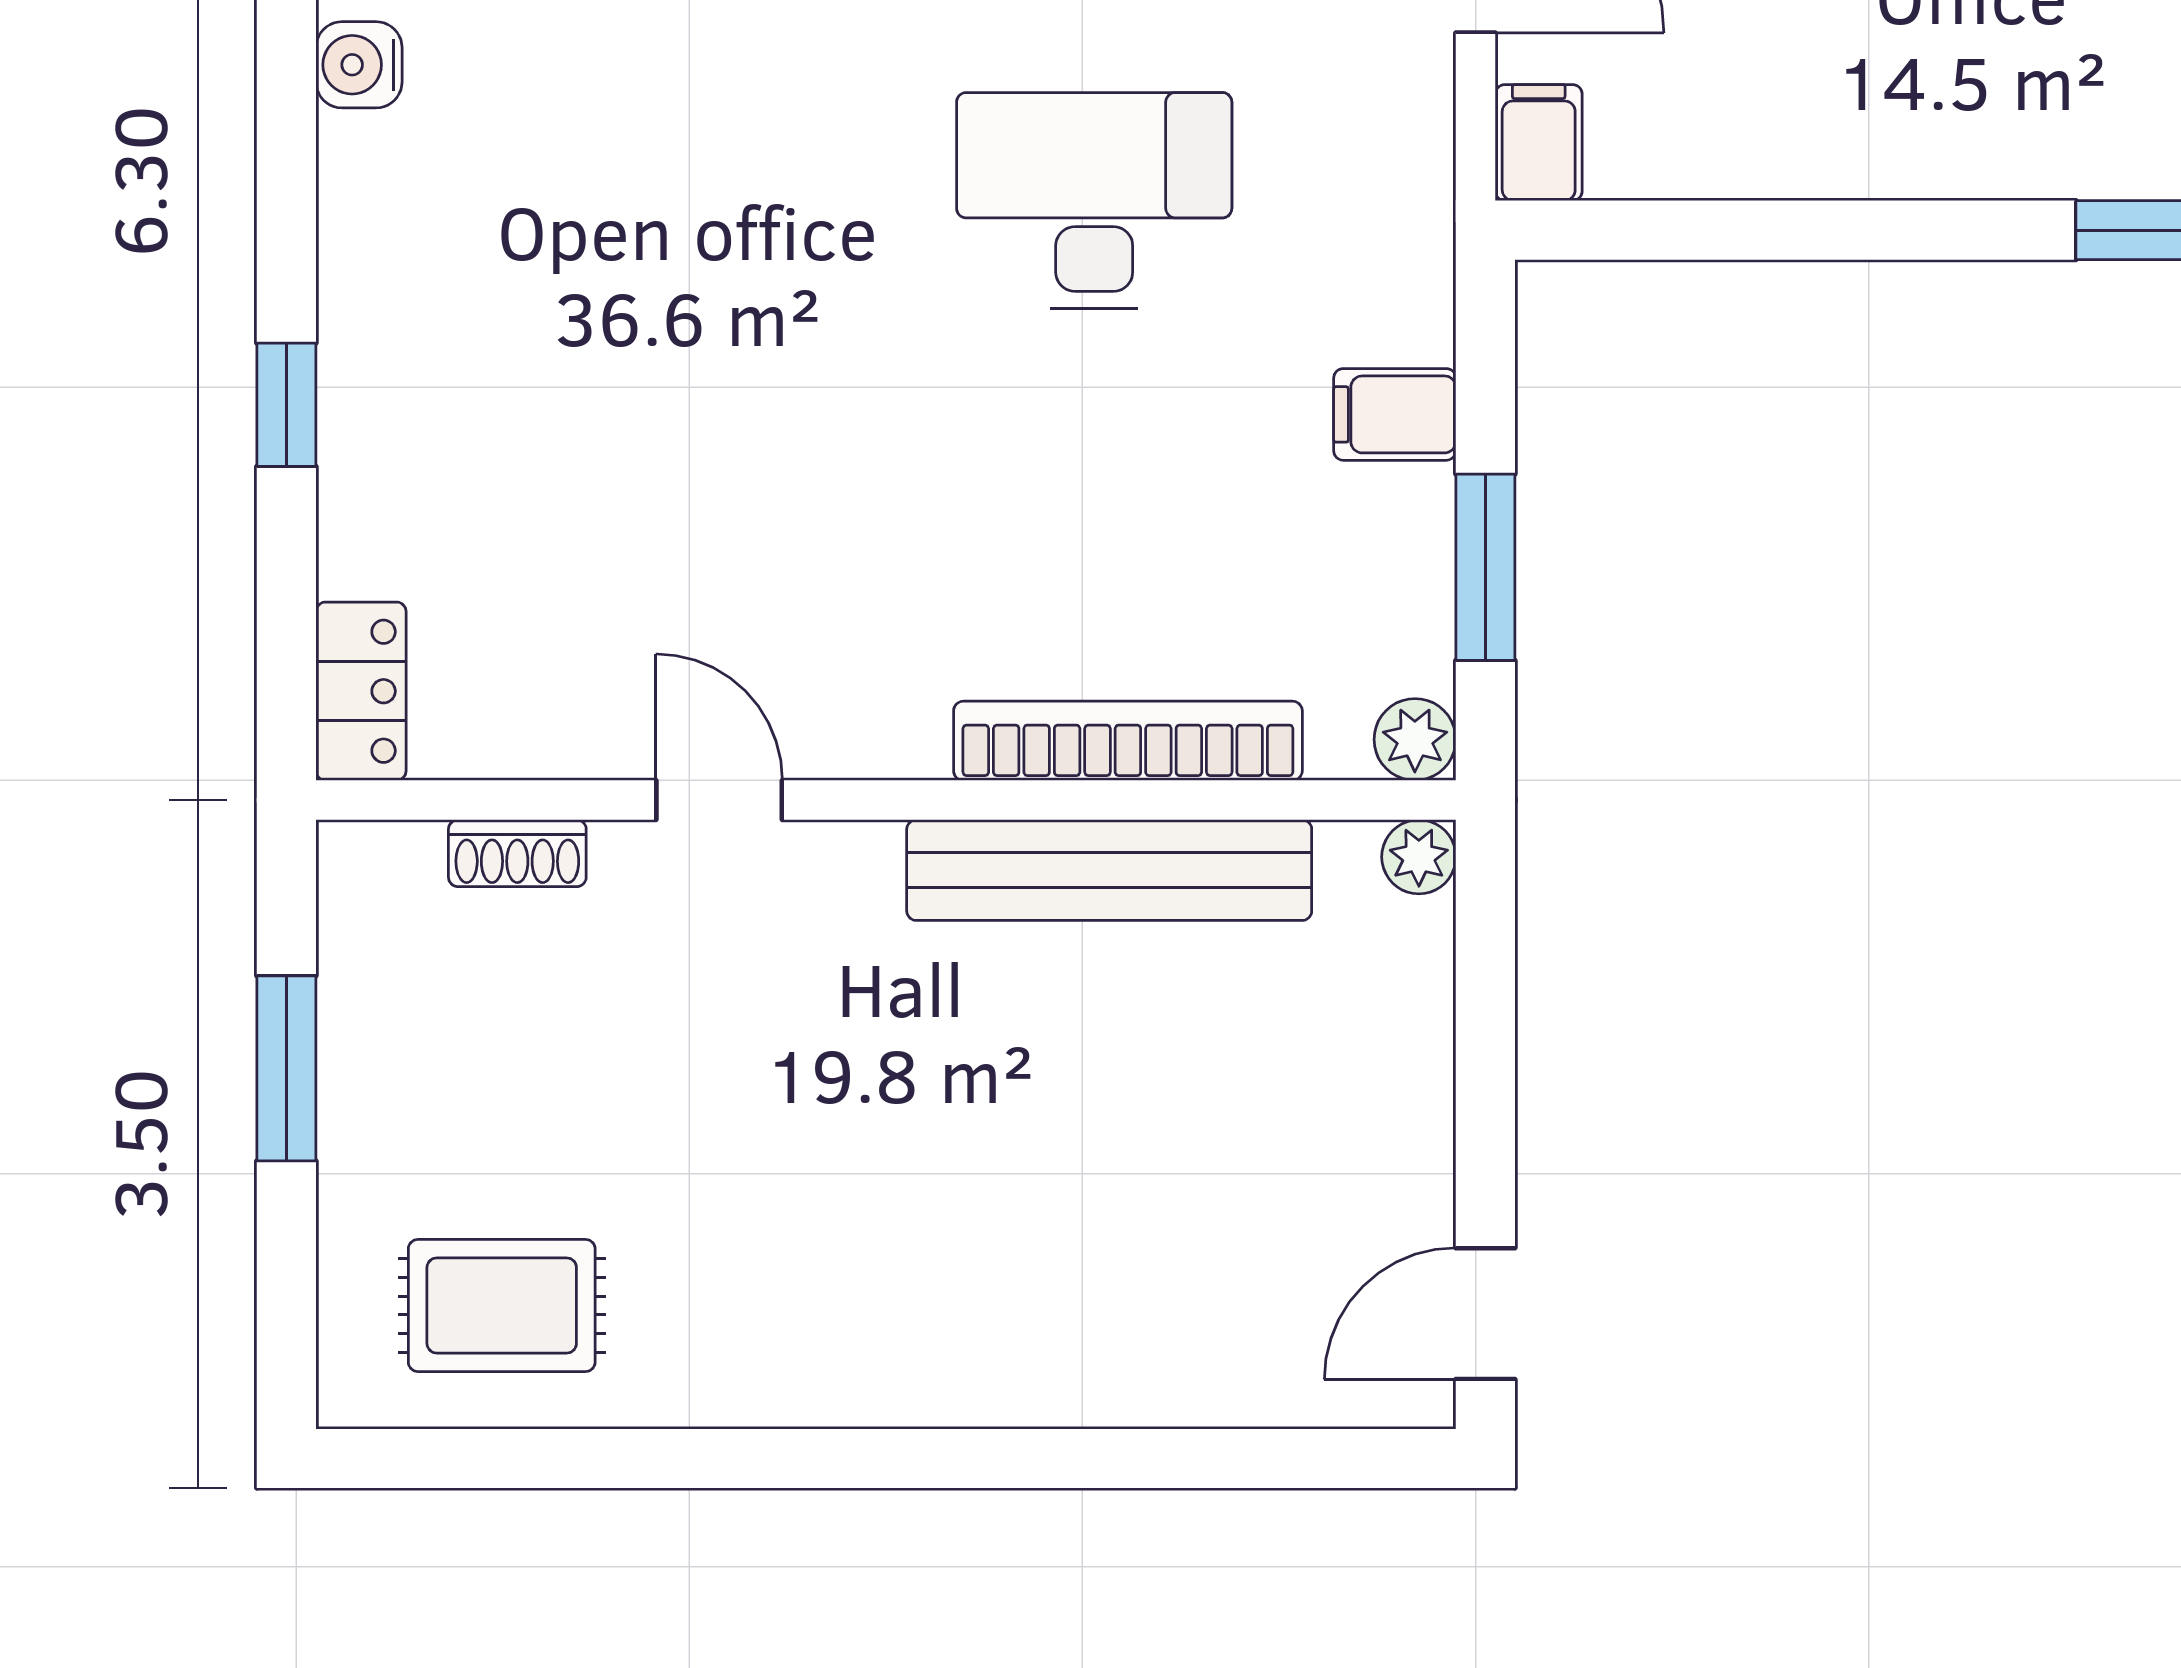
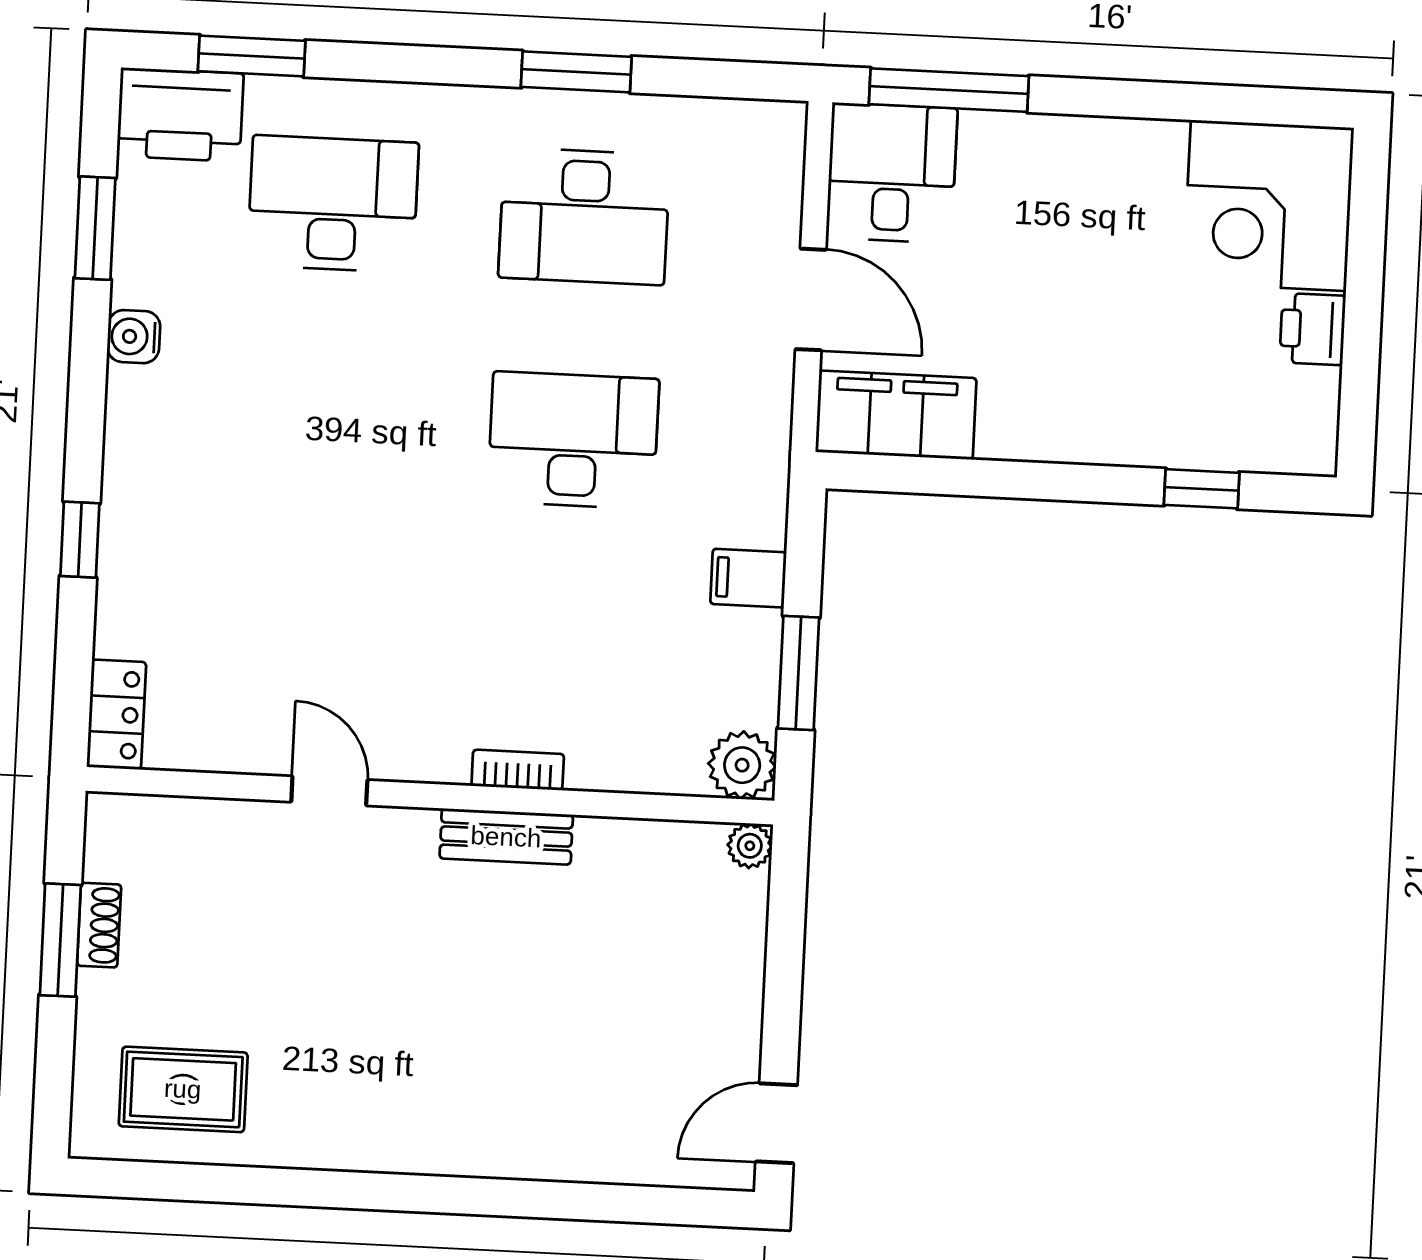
filing cabinet: (1539, 143) -> (896, 415), width x3.00, depth x1.17
plant: (1415, 739) -> (742, 765), width x1.38, depth x1.38
bookcase: (1128, 741) -> (518, 770), width x0.43, depth x0.76
shoe rack: (517, 853) -> (99, 925), moved, turned -90
bench: (1109, 870) -> (506, 837), width x0.54, depth x0.82

